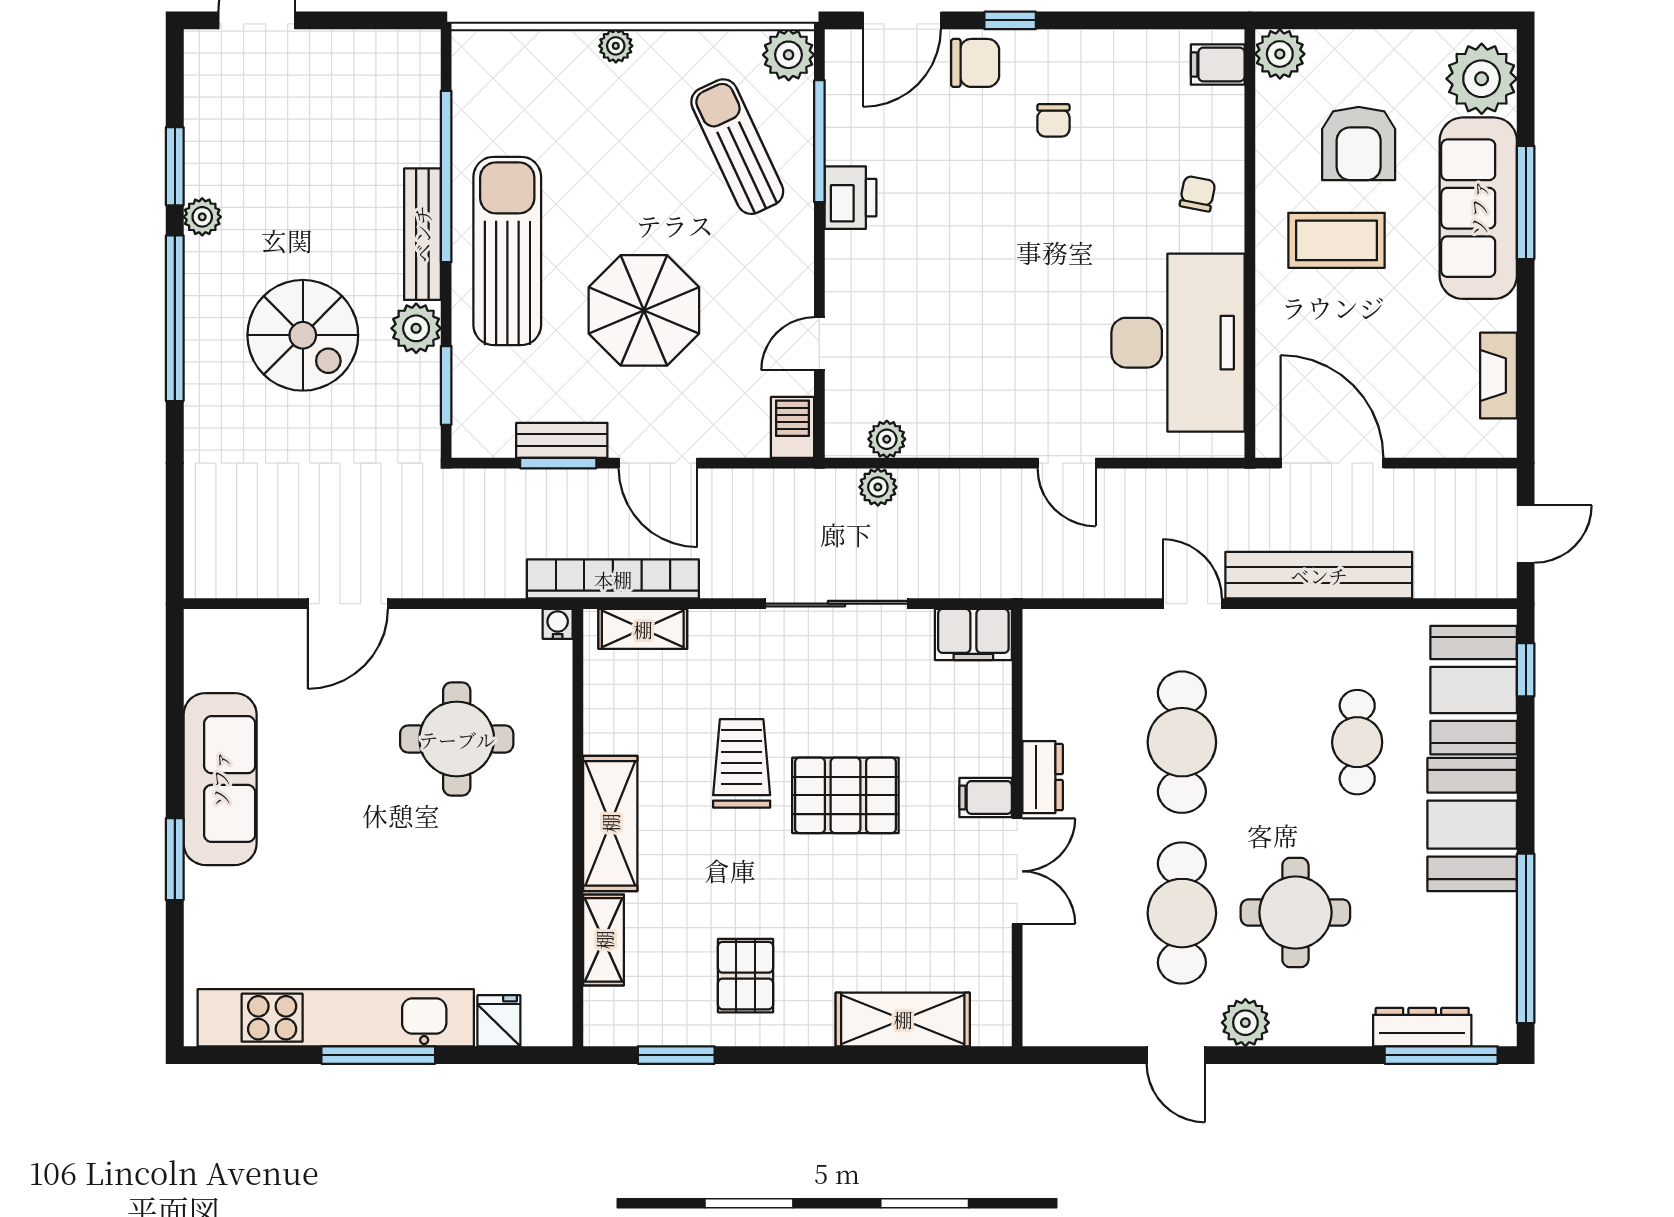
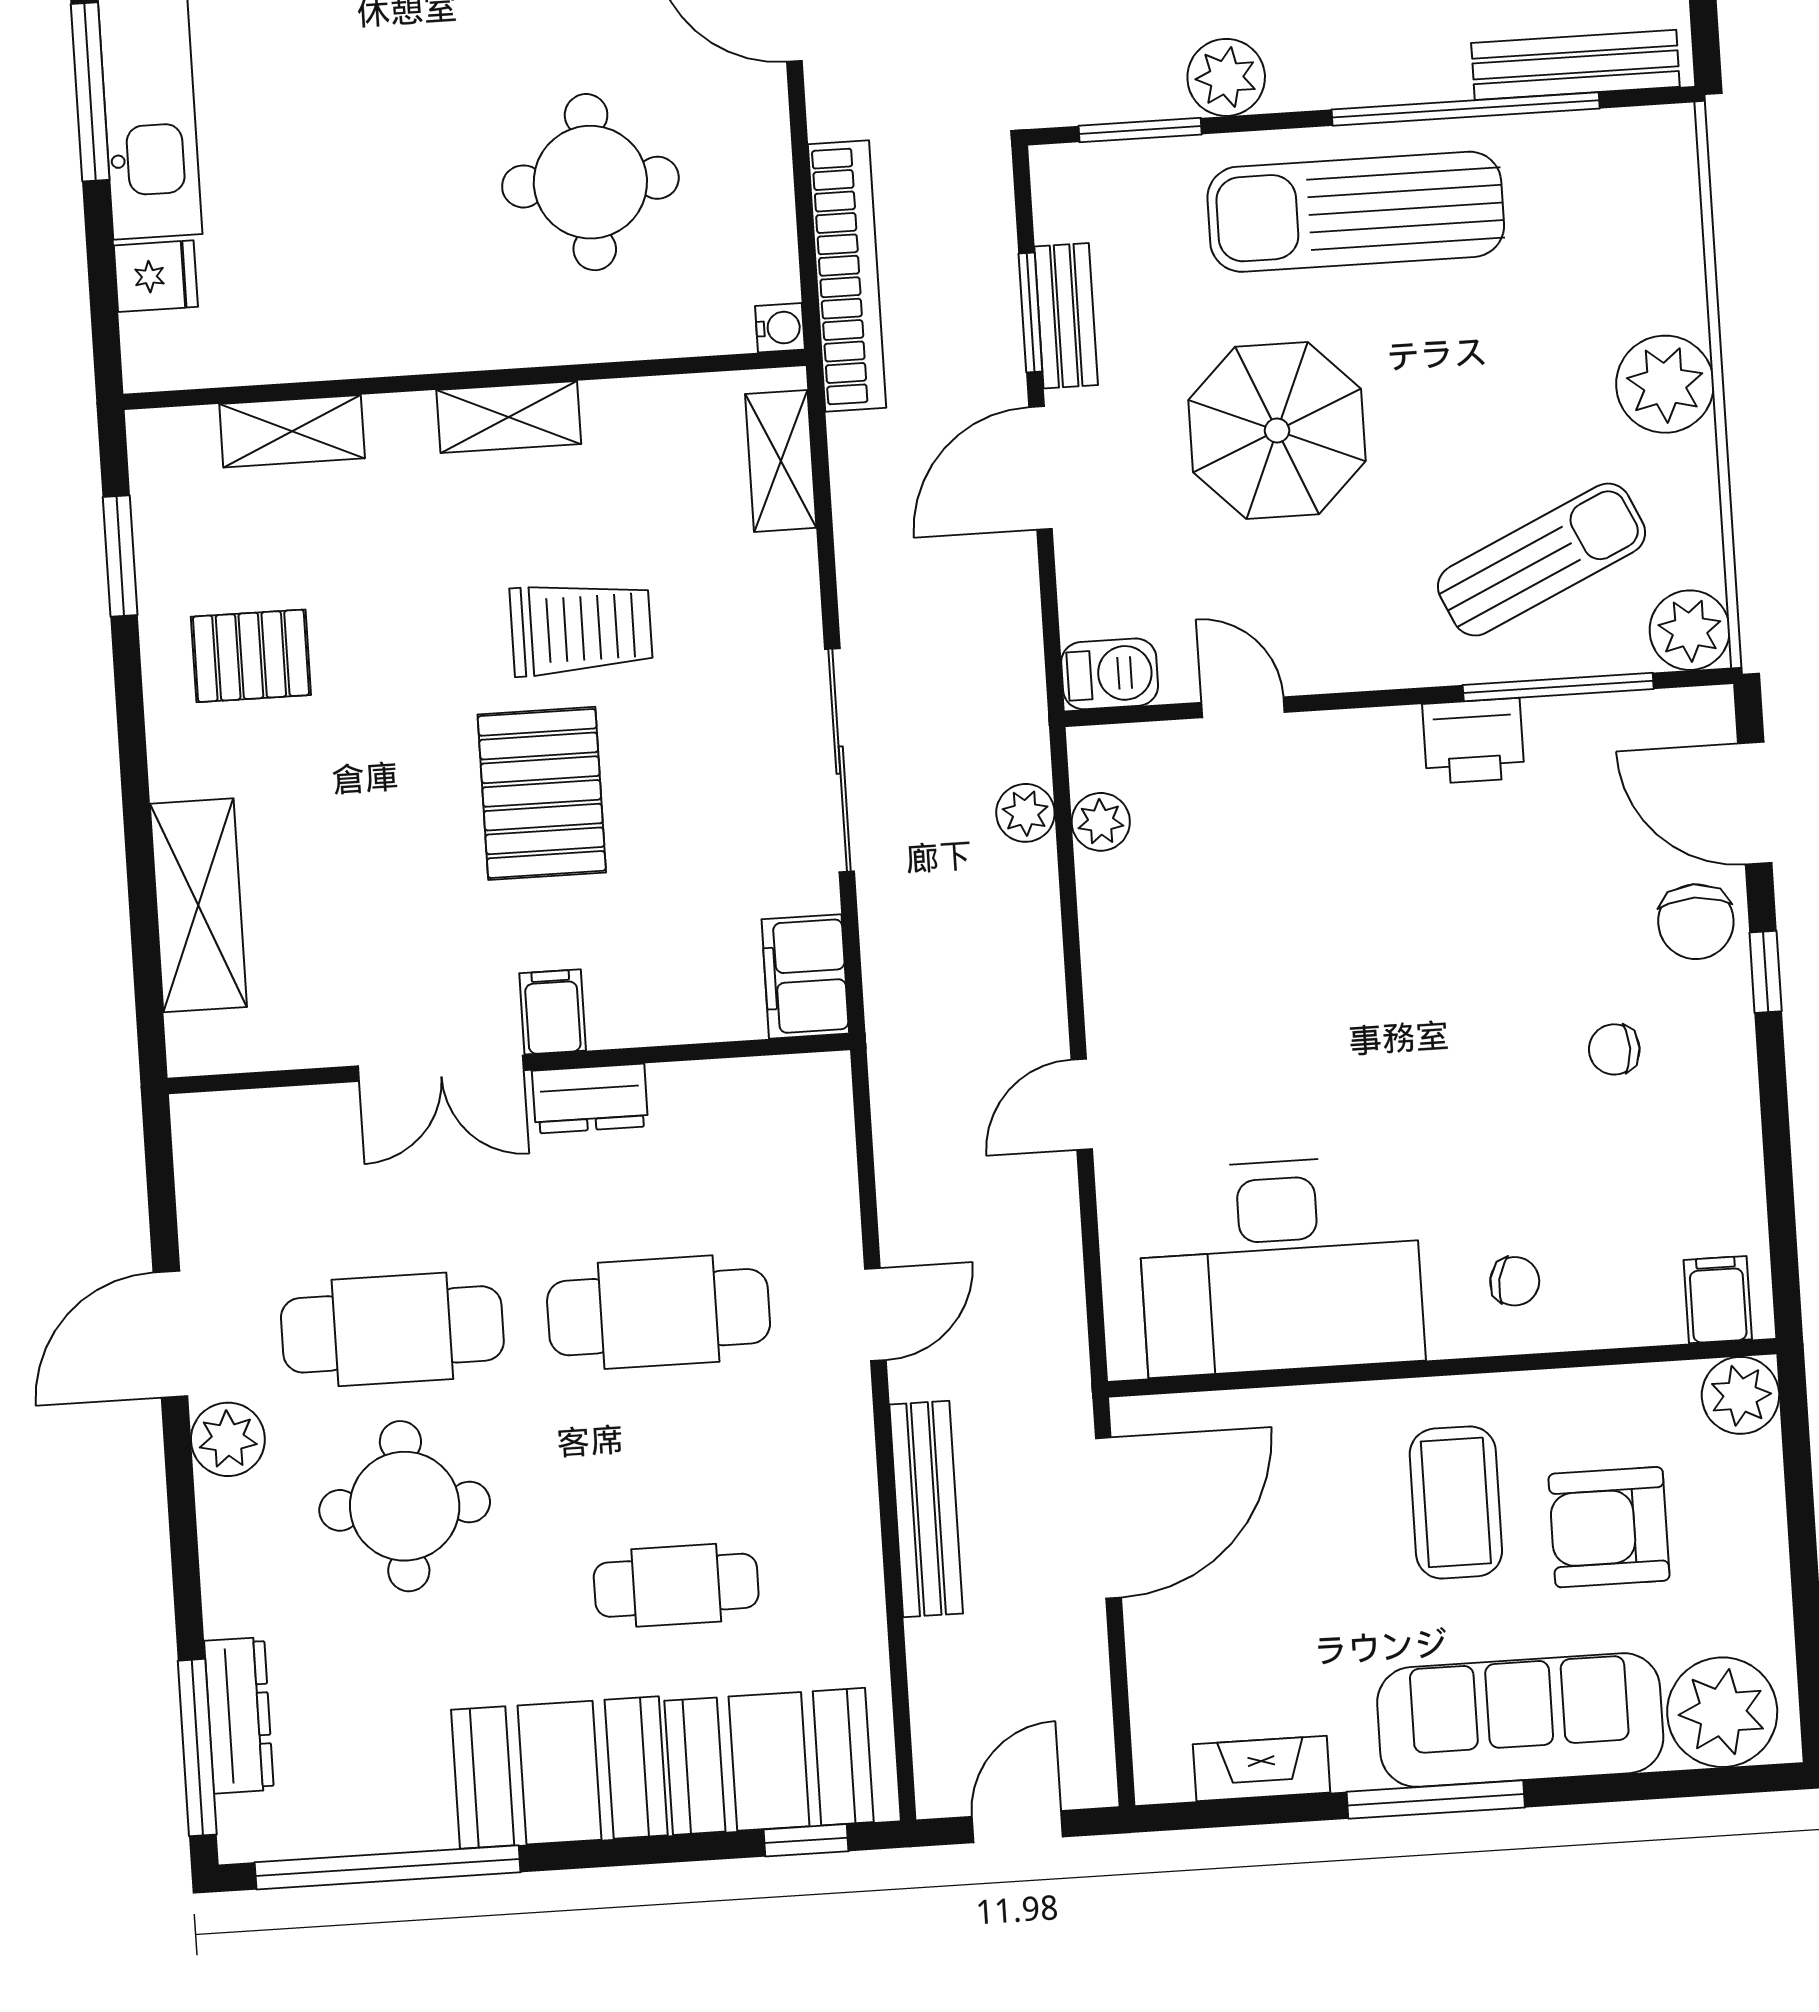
plant: (616, 46) -> (1665, 384), width x1.88, depth x1.88
window: (1526, 203) -> (1436, 1800), moved
bench: (422, 234) -> (1575, 65), moved
sun lounger: (507, 251) -> (1356, 212), turned 180
door: (1526, 534) -> (1017, 1827), swing flipped
bench: (1319, 575) -> (926, 1509), width x0.73, depth x0.82
bookcase: (613, 579) -> (847, 276), moved
shelving: (610, 823) -> (509, 417), width x0.67, depth x0.75
door: (1176, 1055) -> (170, 1334), width x1.38

